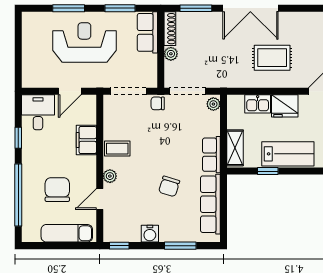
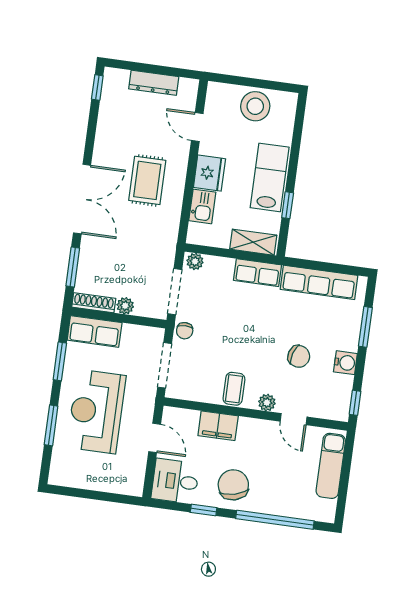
chair: (169, 186) -> (299, 356), moved
chair: (57, 190) -> (233, 485), moved, turned 75

